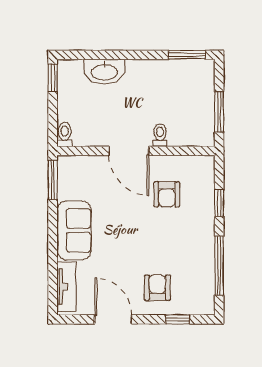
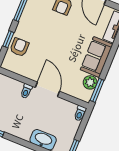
plant: (68, 188) -> (90, 82), added
armchair: (167, 194) -> (19, 47), moved

